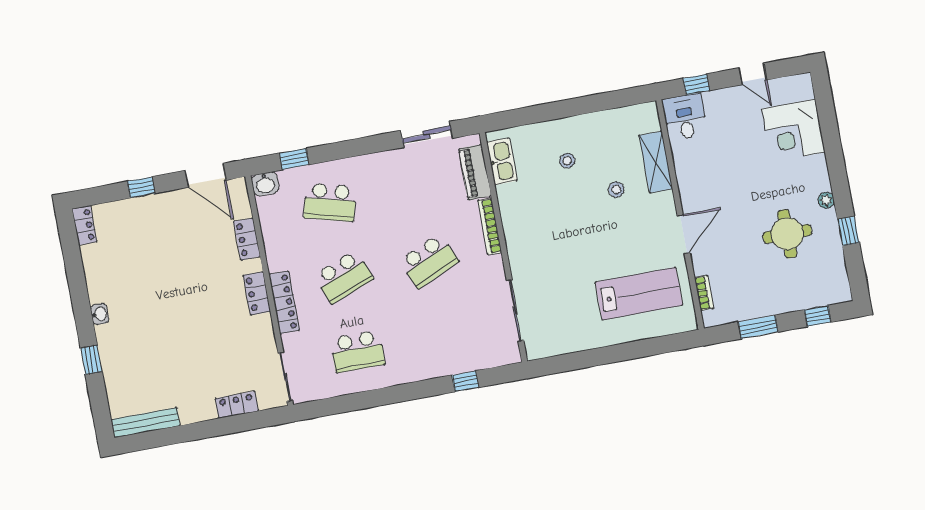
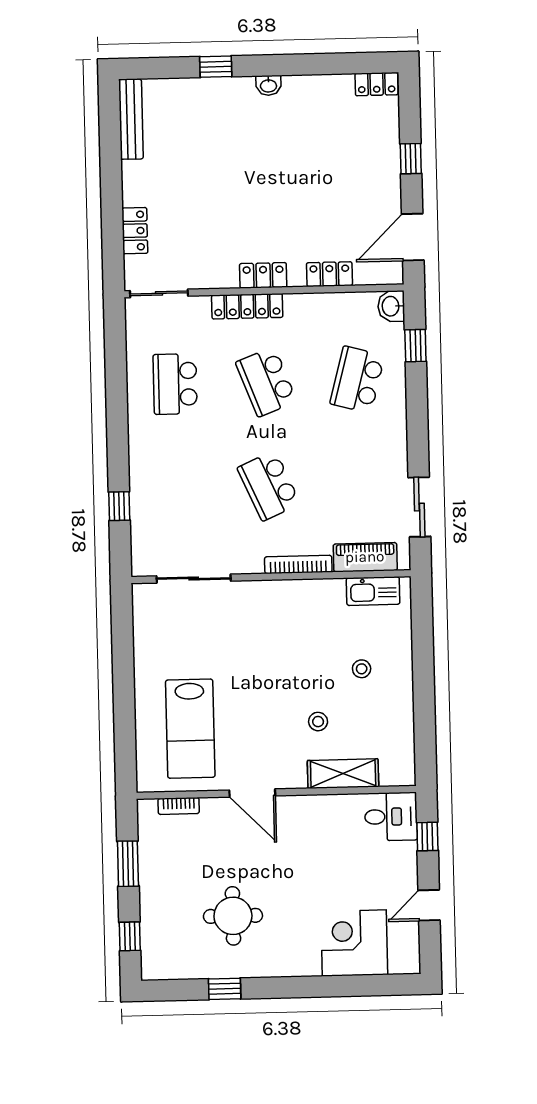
plant: (826, 200) -> (265, 968), removed

